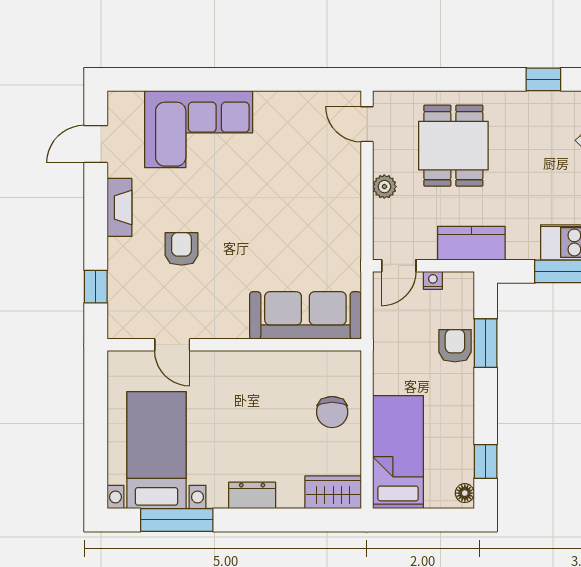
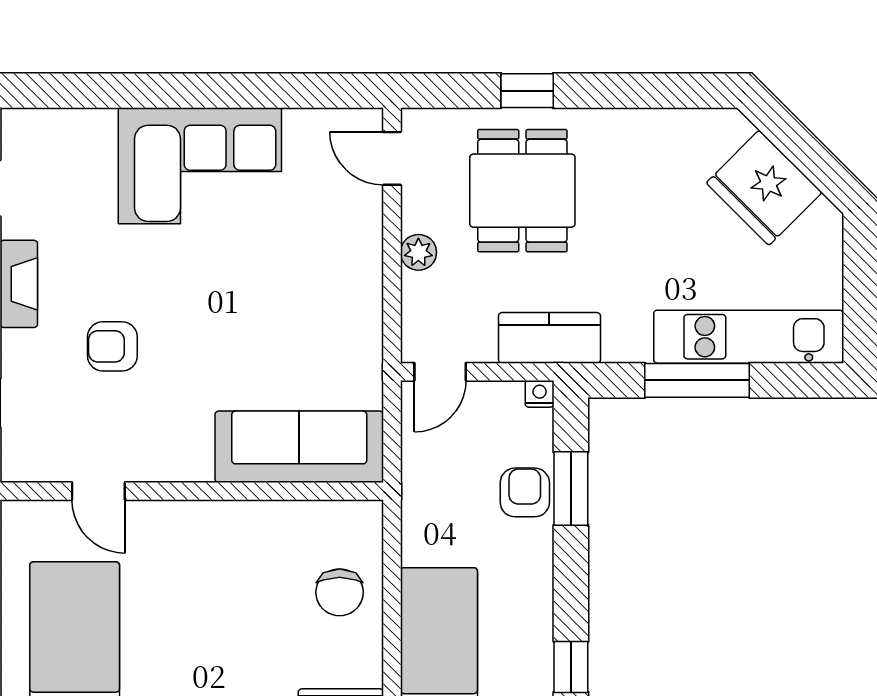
window: (543, 79) -> (527, 91), moved
corner sofa: (199, 129) -> (200, 166), moved
armchair: (181, 249) -> (112, 346), turned -90
nightstand: (433, 280) -> (540, 394), moved

